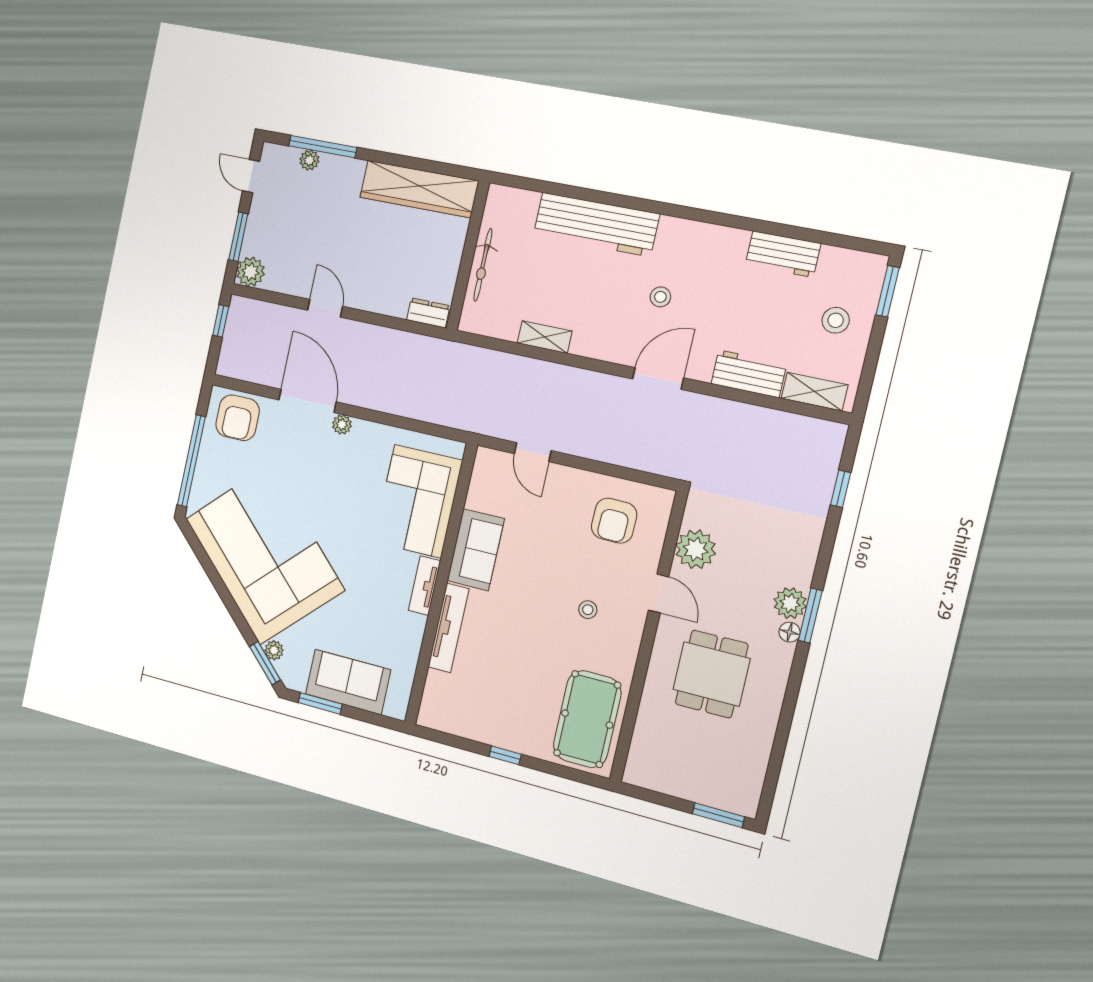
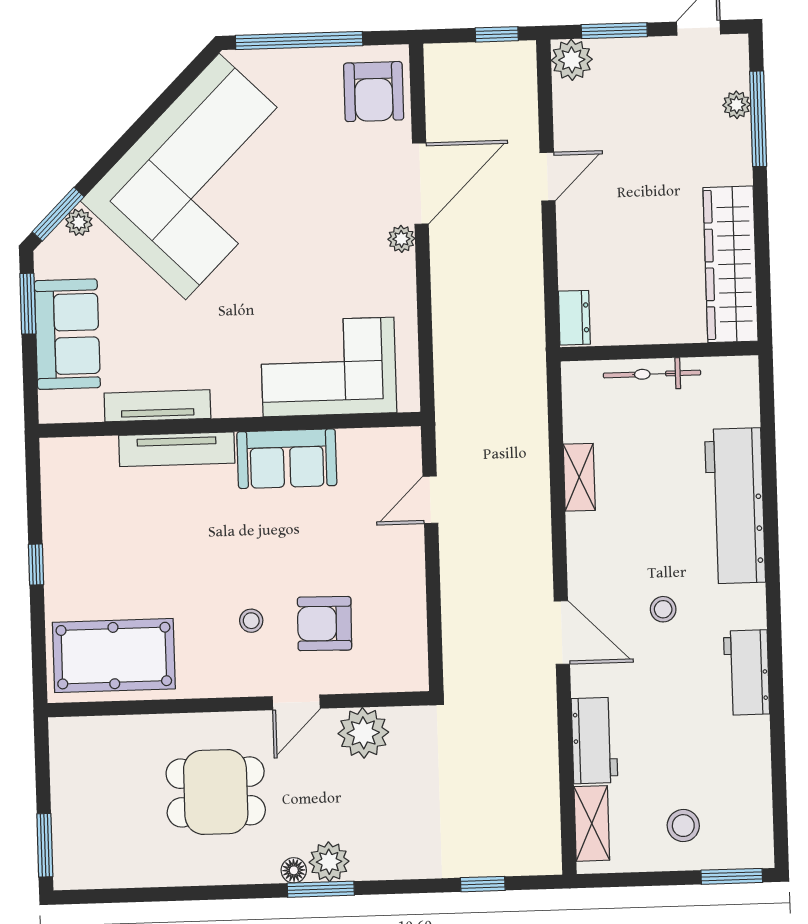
workbench: (783, 254) -> (747, 672), moved
armchair: (238, 418) -> (374, 92), turned -90
armchair: (614, 521) -> (325, 624), moved
tv unit: (425, 586) -> (157, 406), moved, width x1.41

